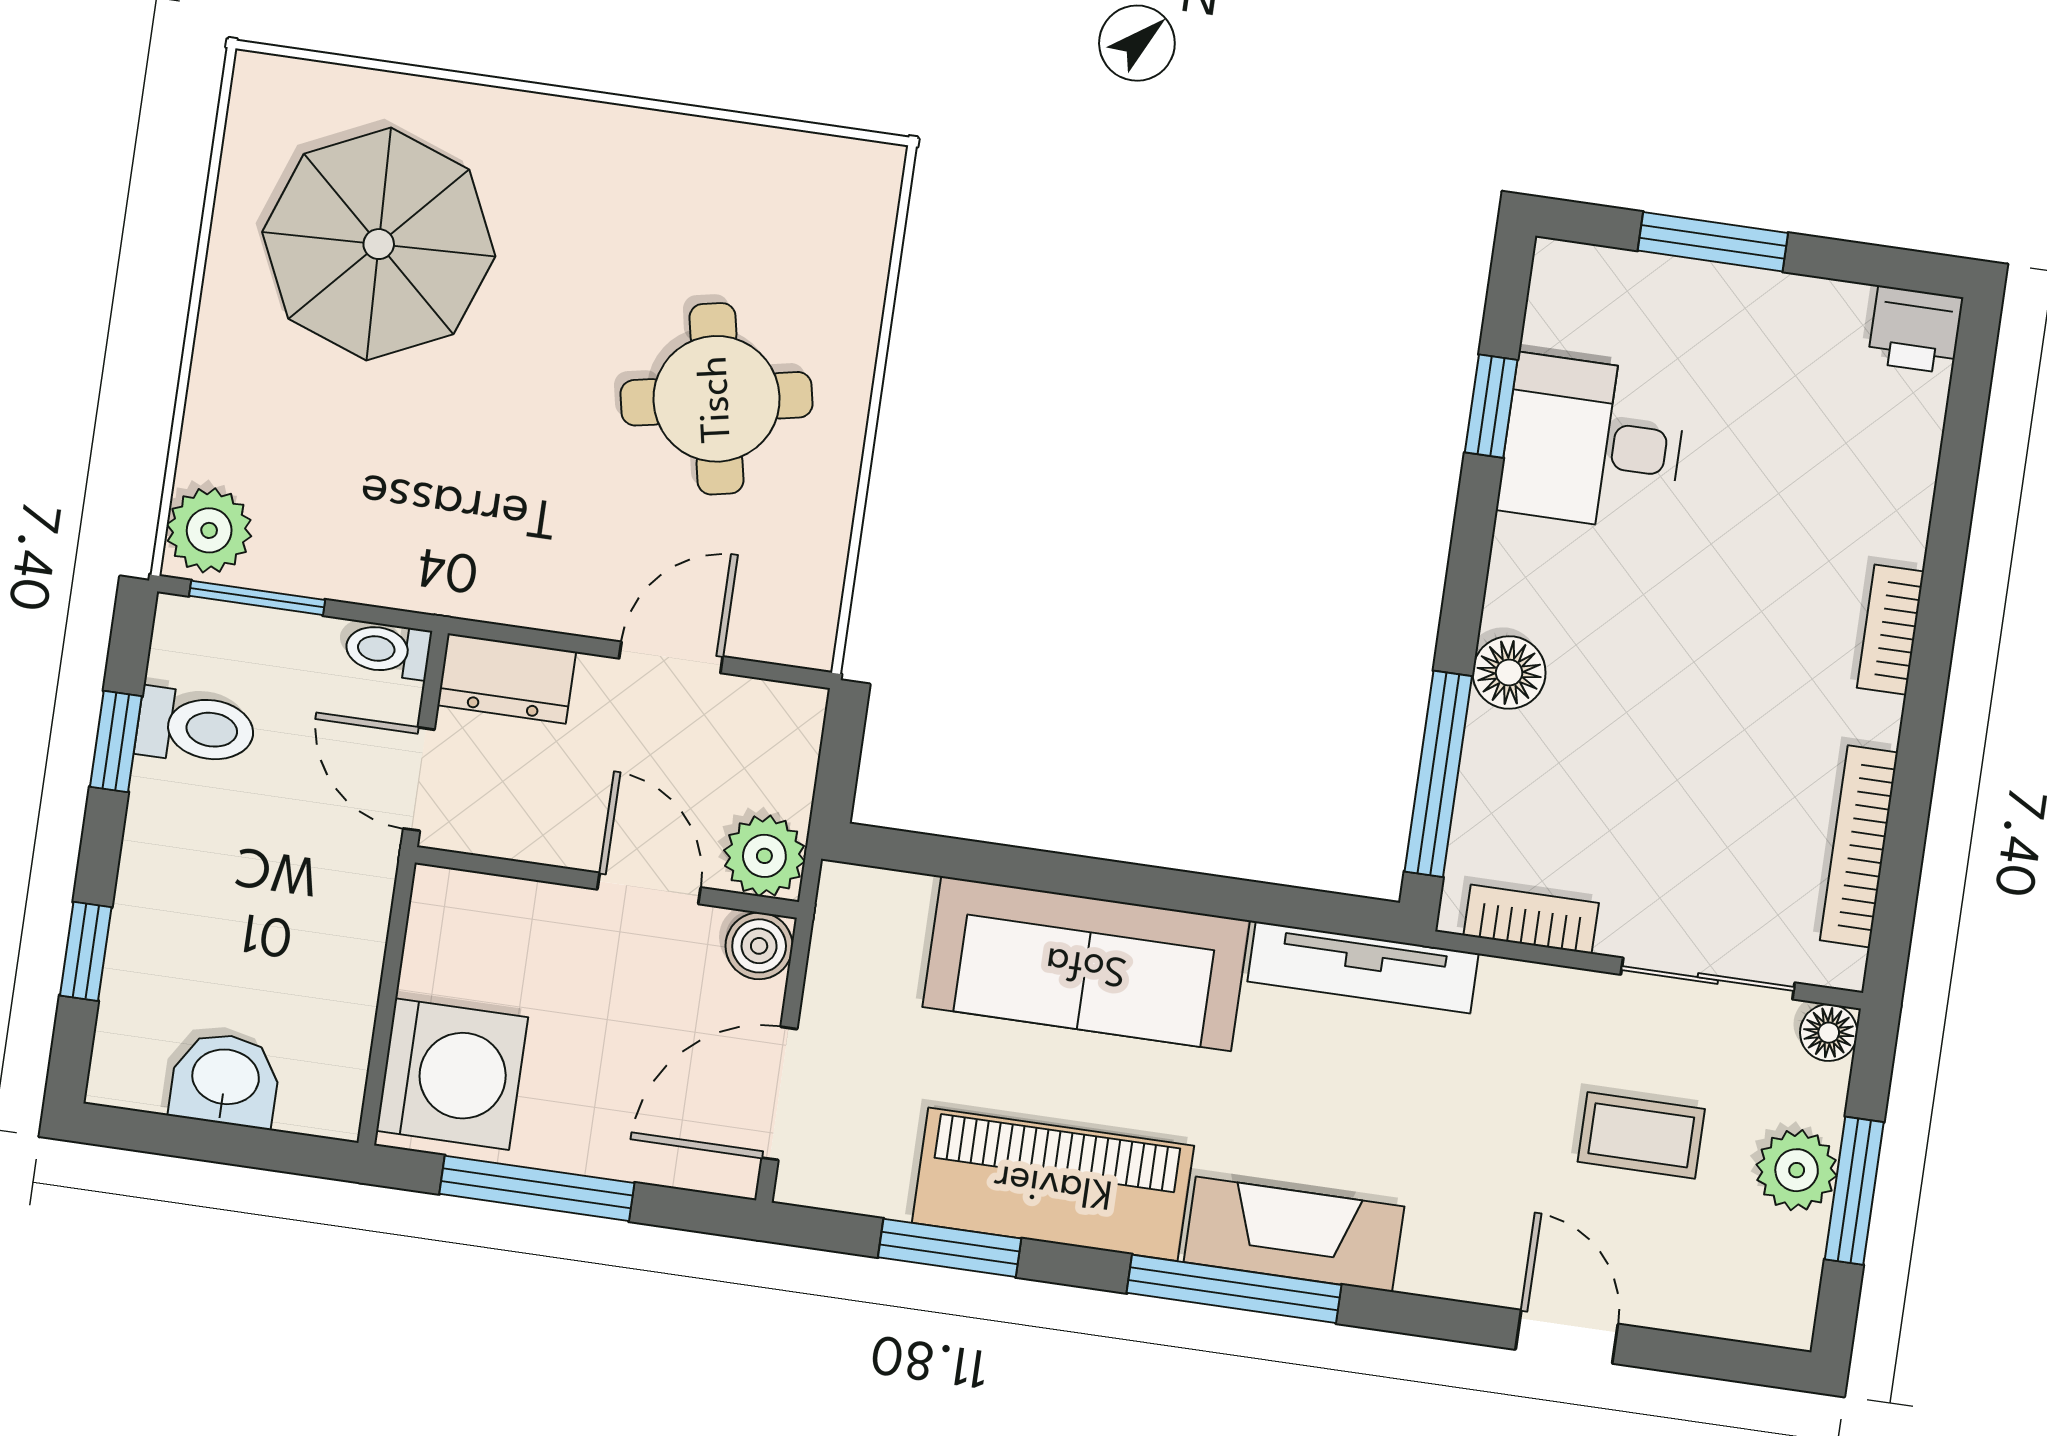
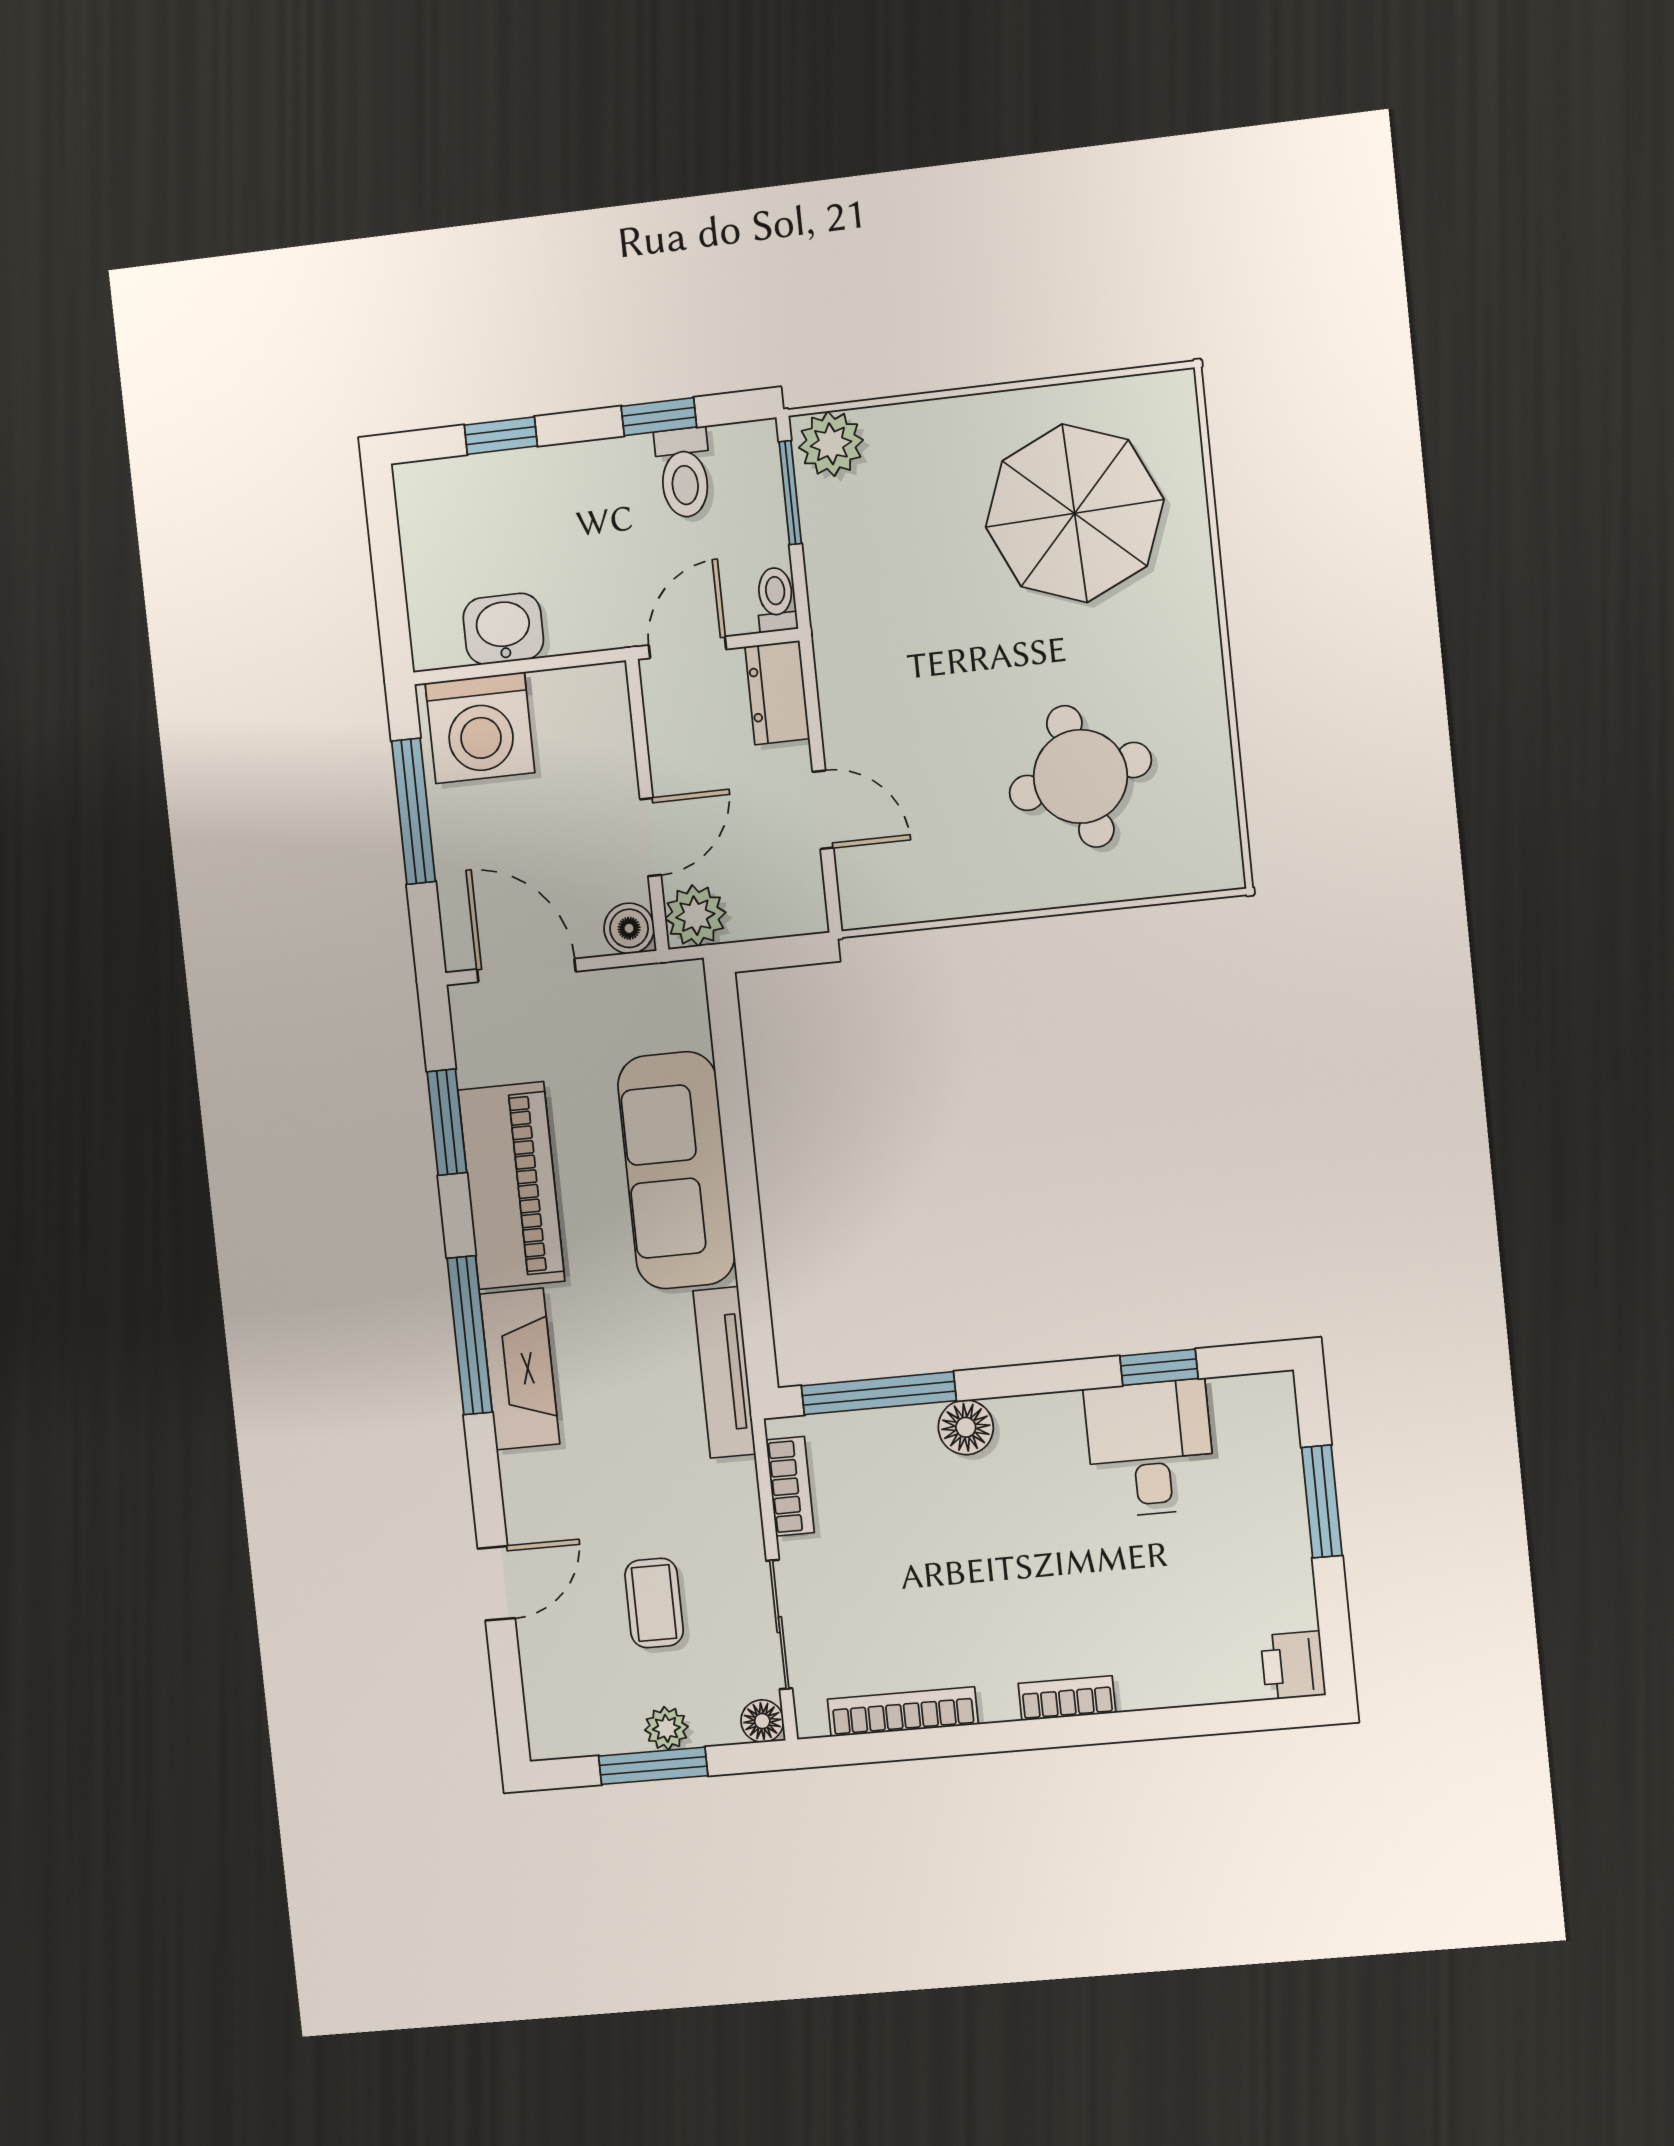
round table: (717, 399) -> (1080, 776), moved
washbasin: (225, 1079) -> (503, 629), moved, turned -90
plant: (1797, 1170) -> (666, 1728), width x0.73, depth x0.73

